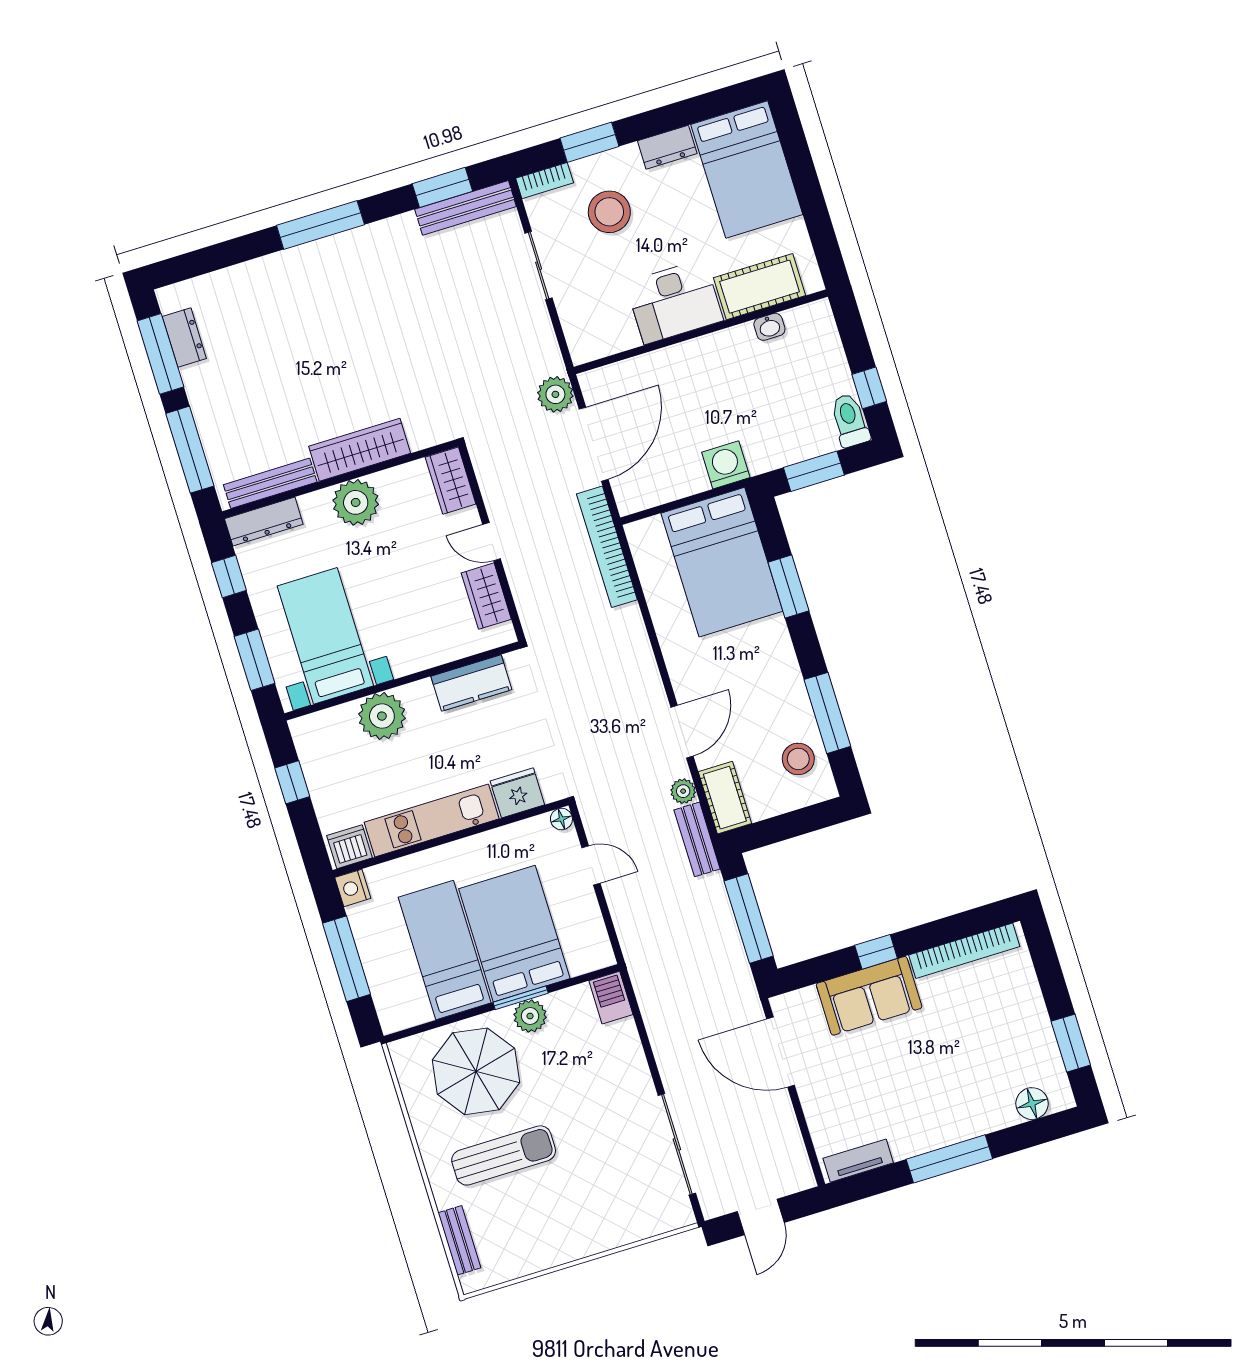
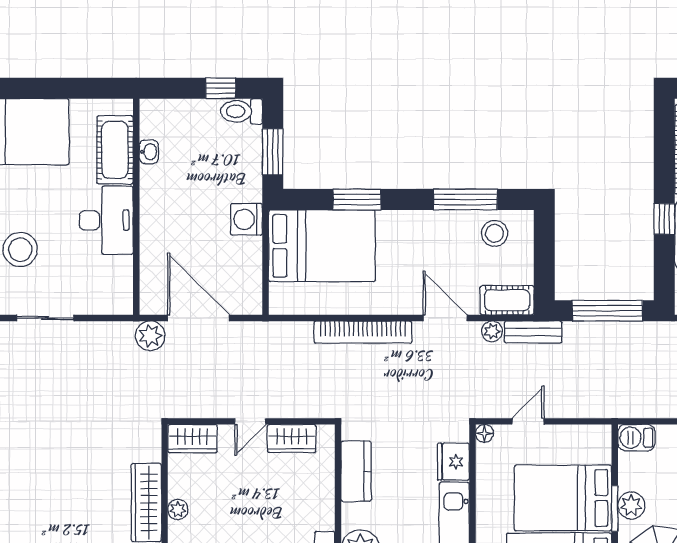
plant: (356, 502) -> (178, 510), width x0.53, depth x0.53
bookcase: (607, 547) -> (363, 332), moved

